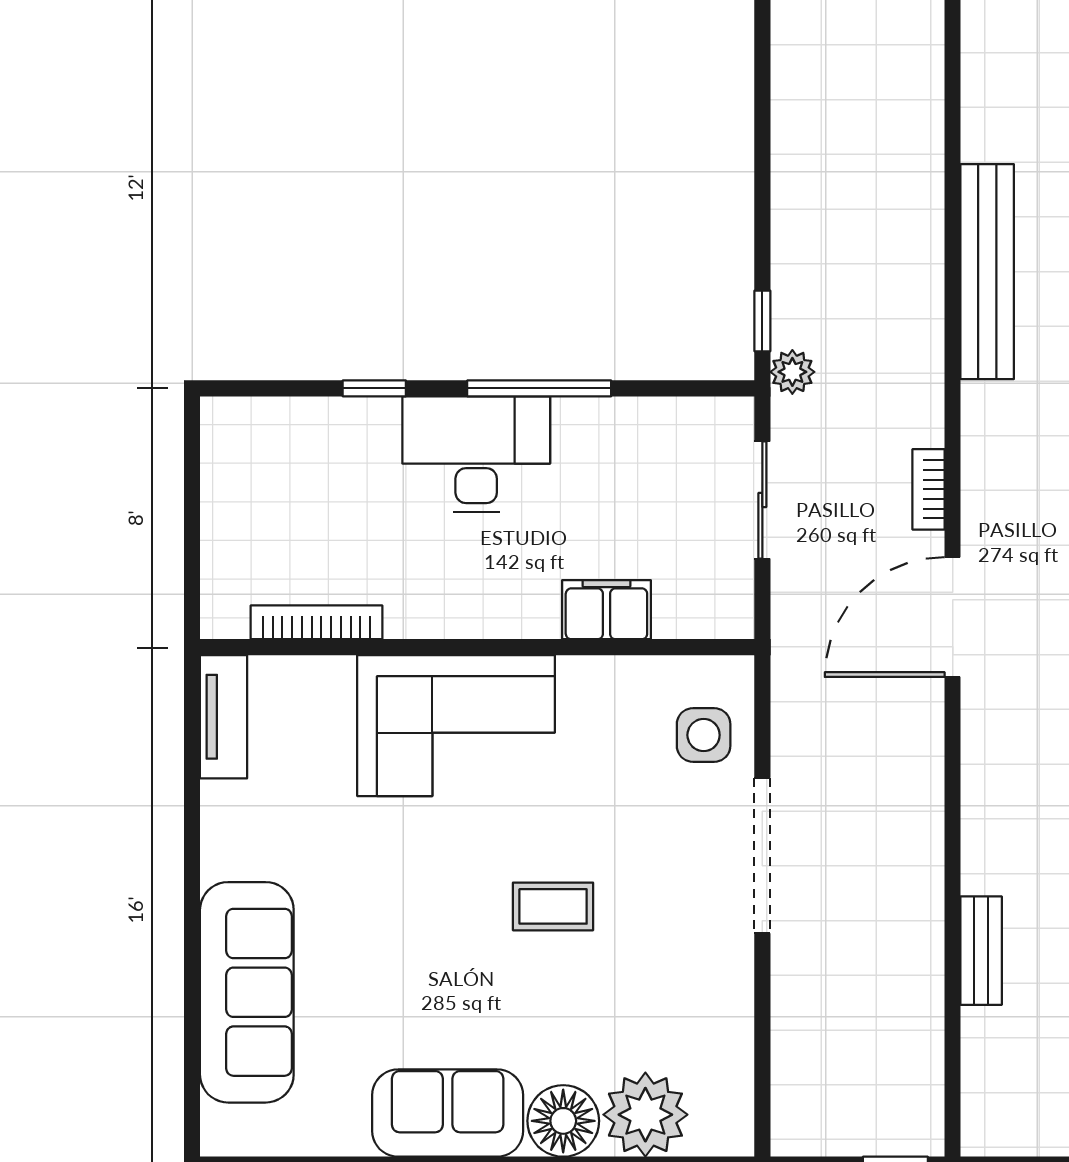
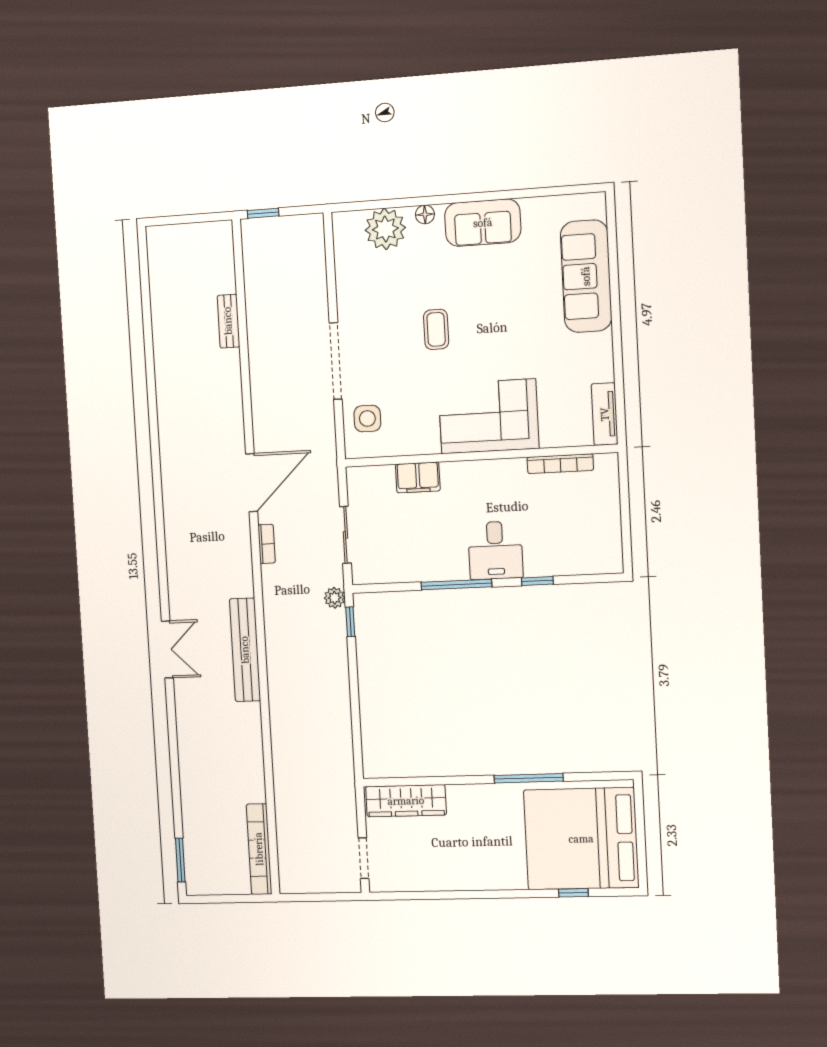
desk: (476, 454) -> (495, 550), width x0.73
coffee table: (553, 906) -> (436, 329), turned 90
floor lamp: (563, 1121) -> (425, 214), width x0.53, depth x0.53

